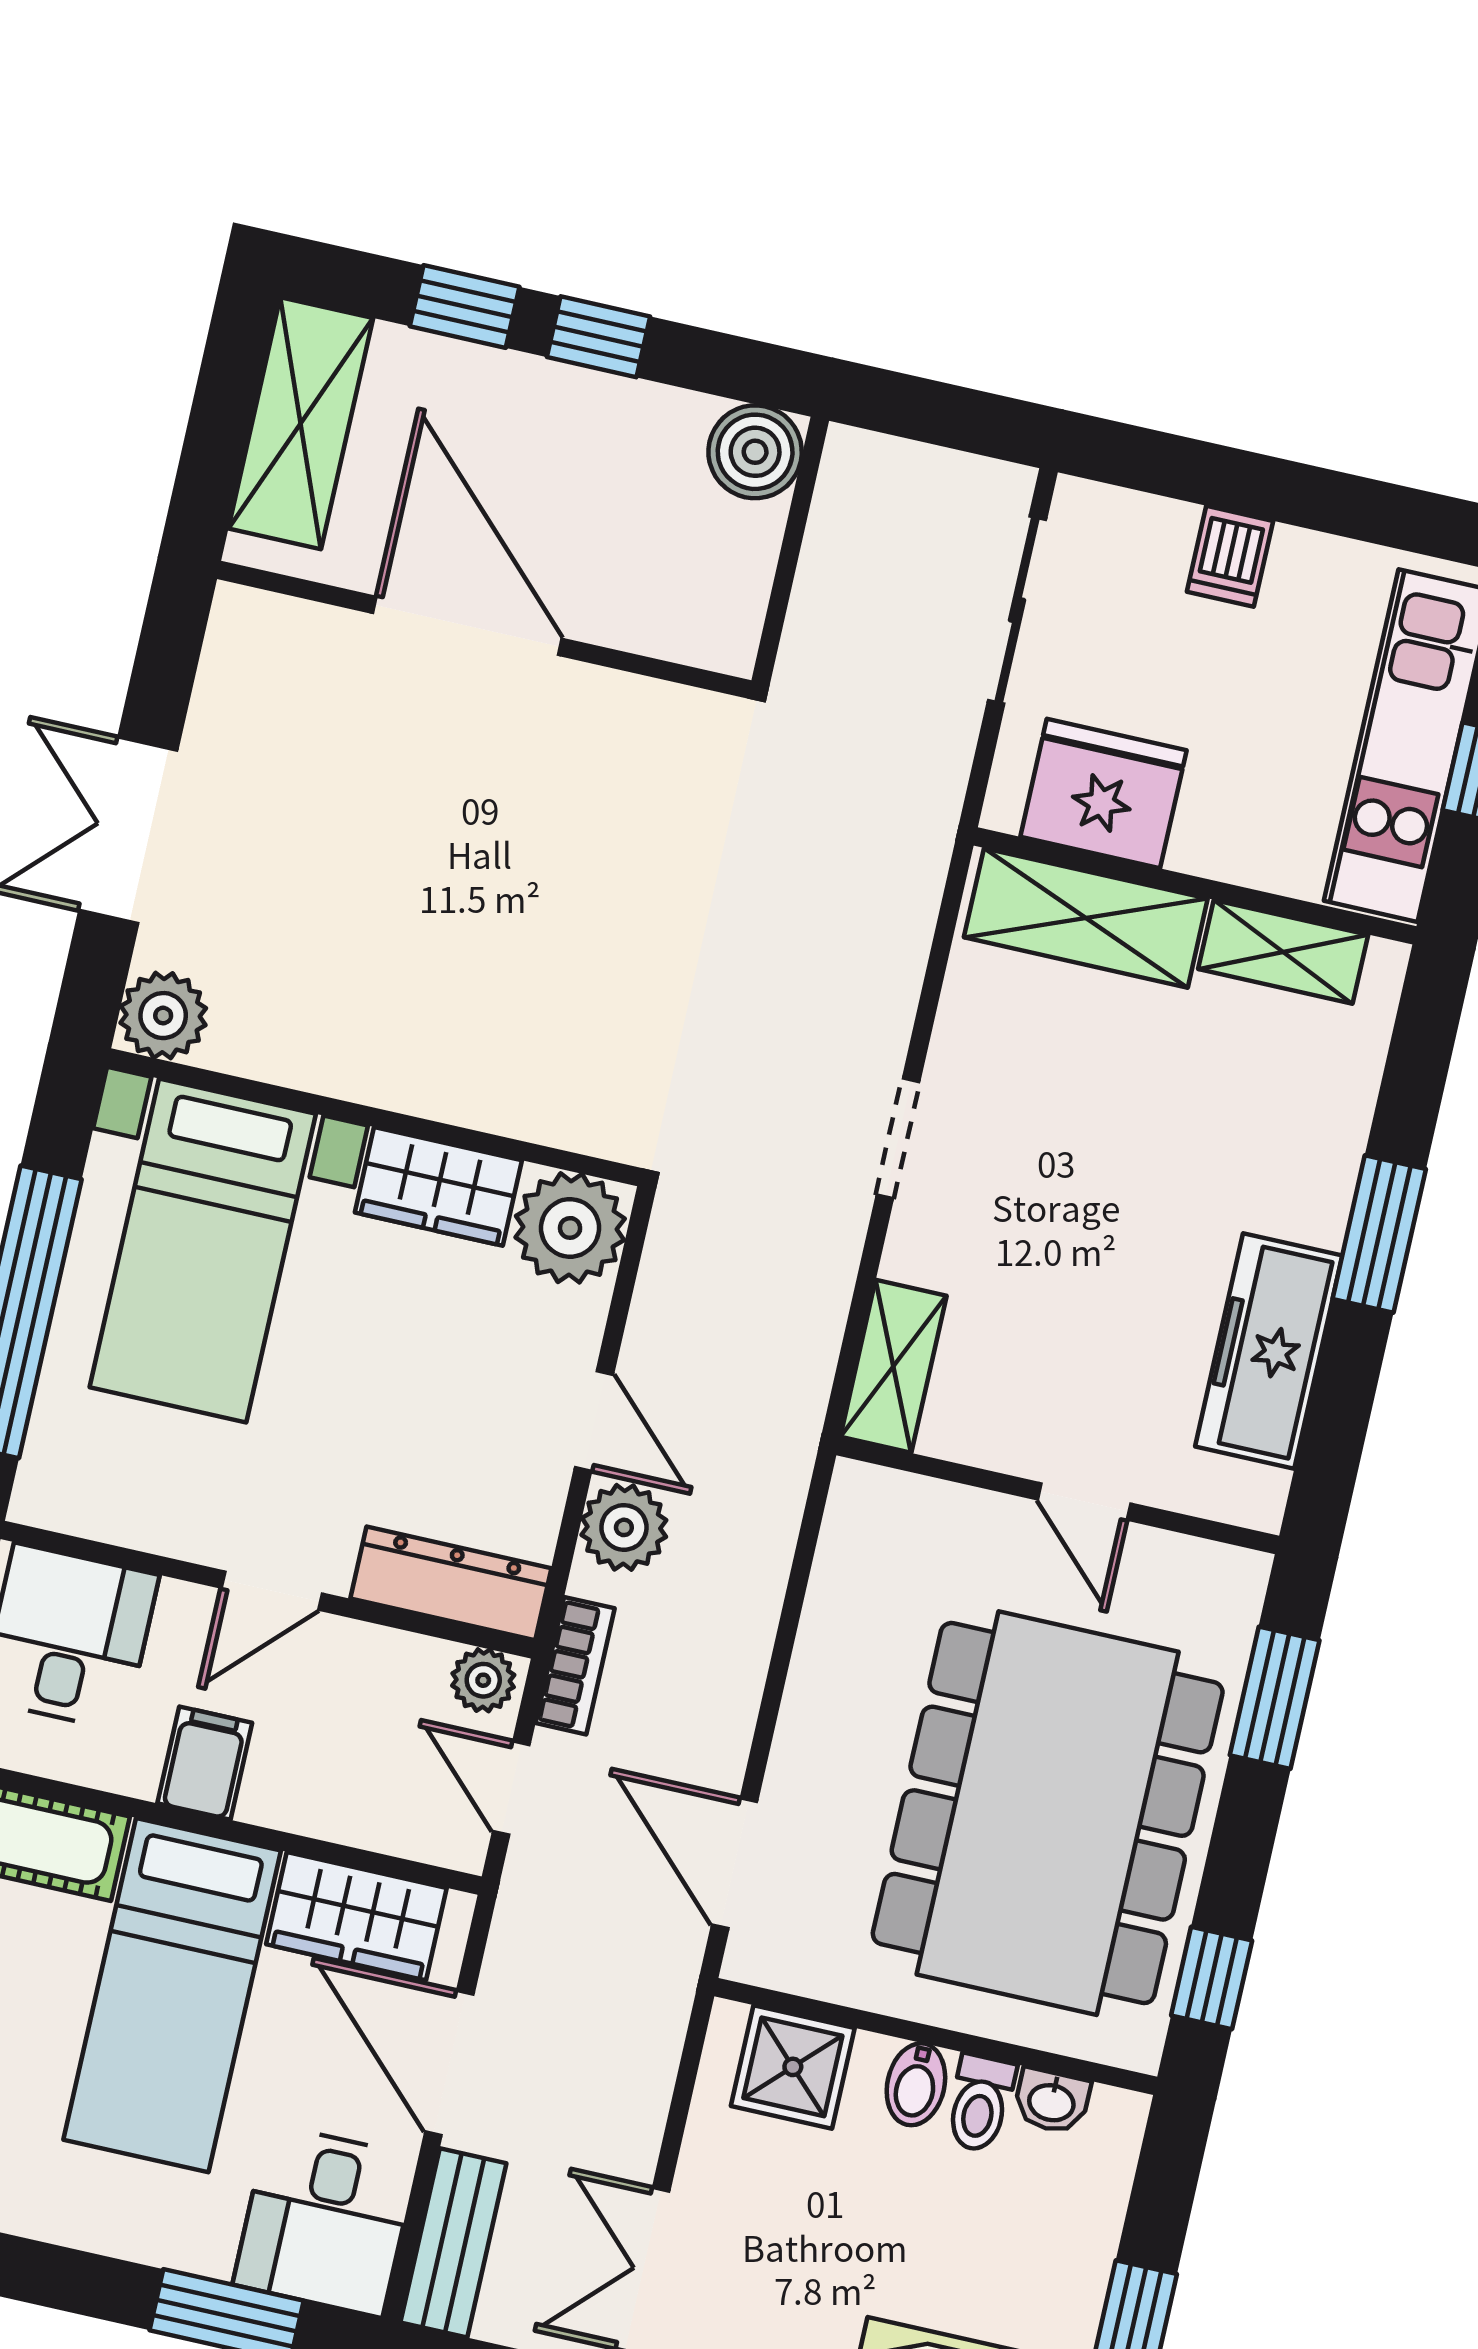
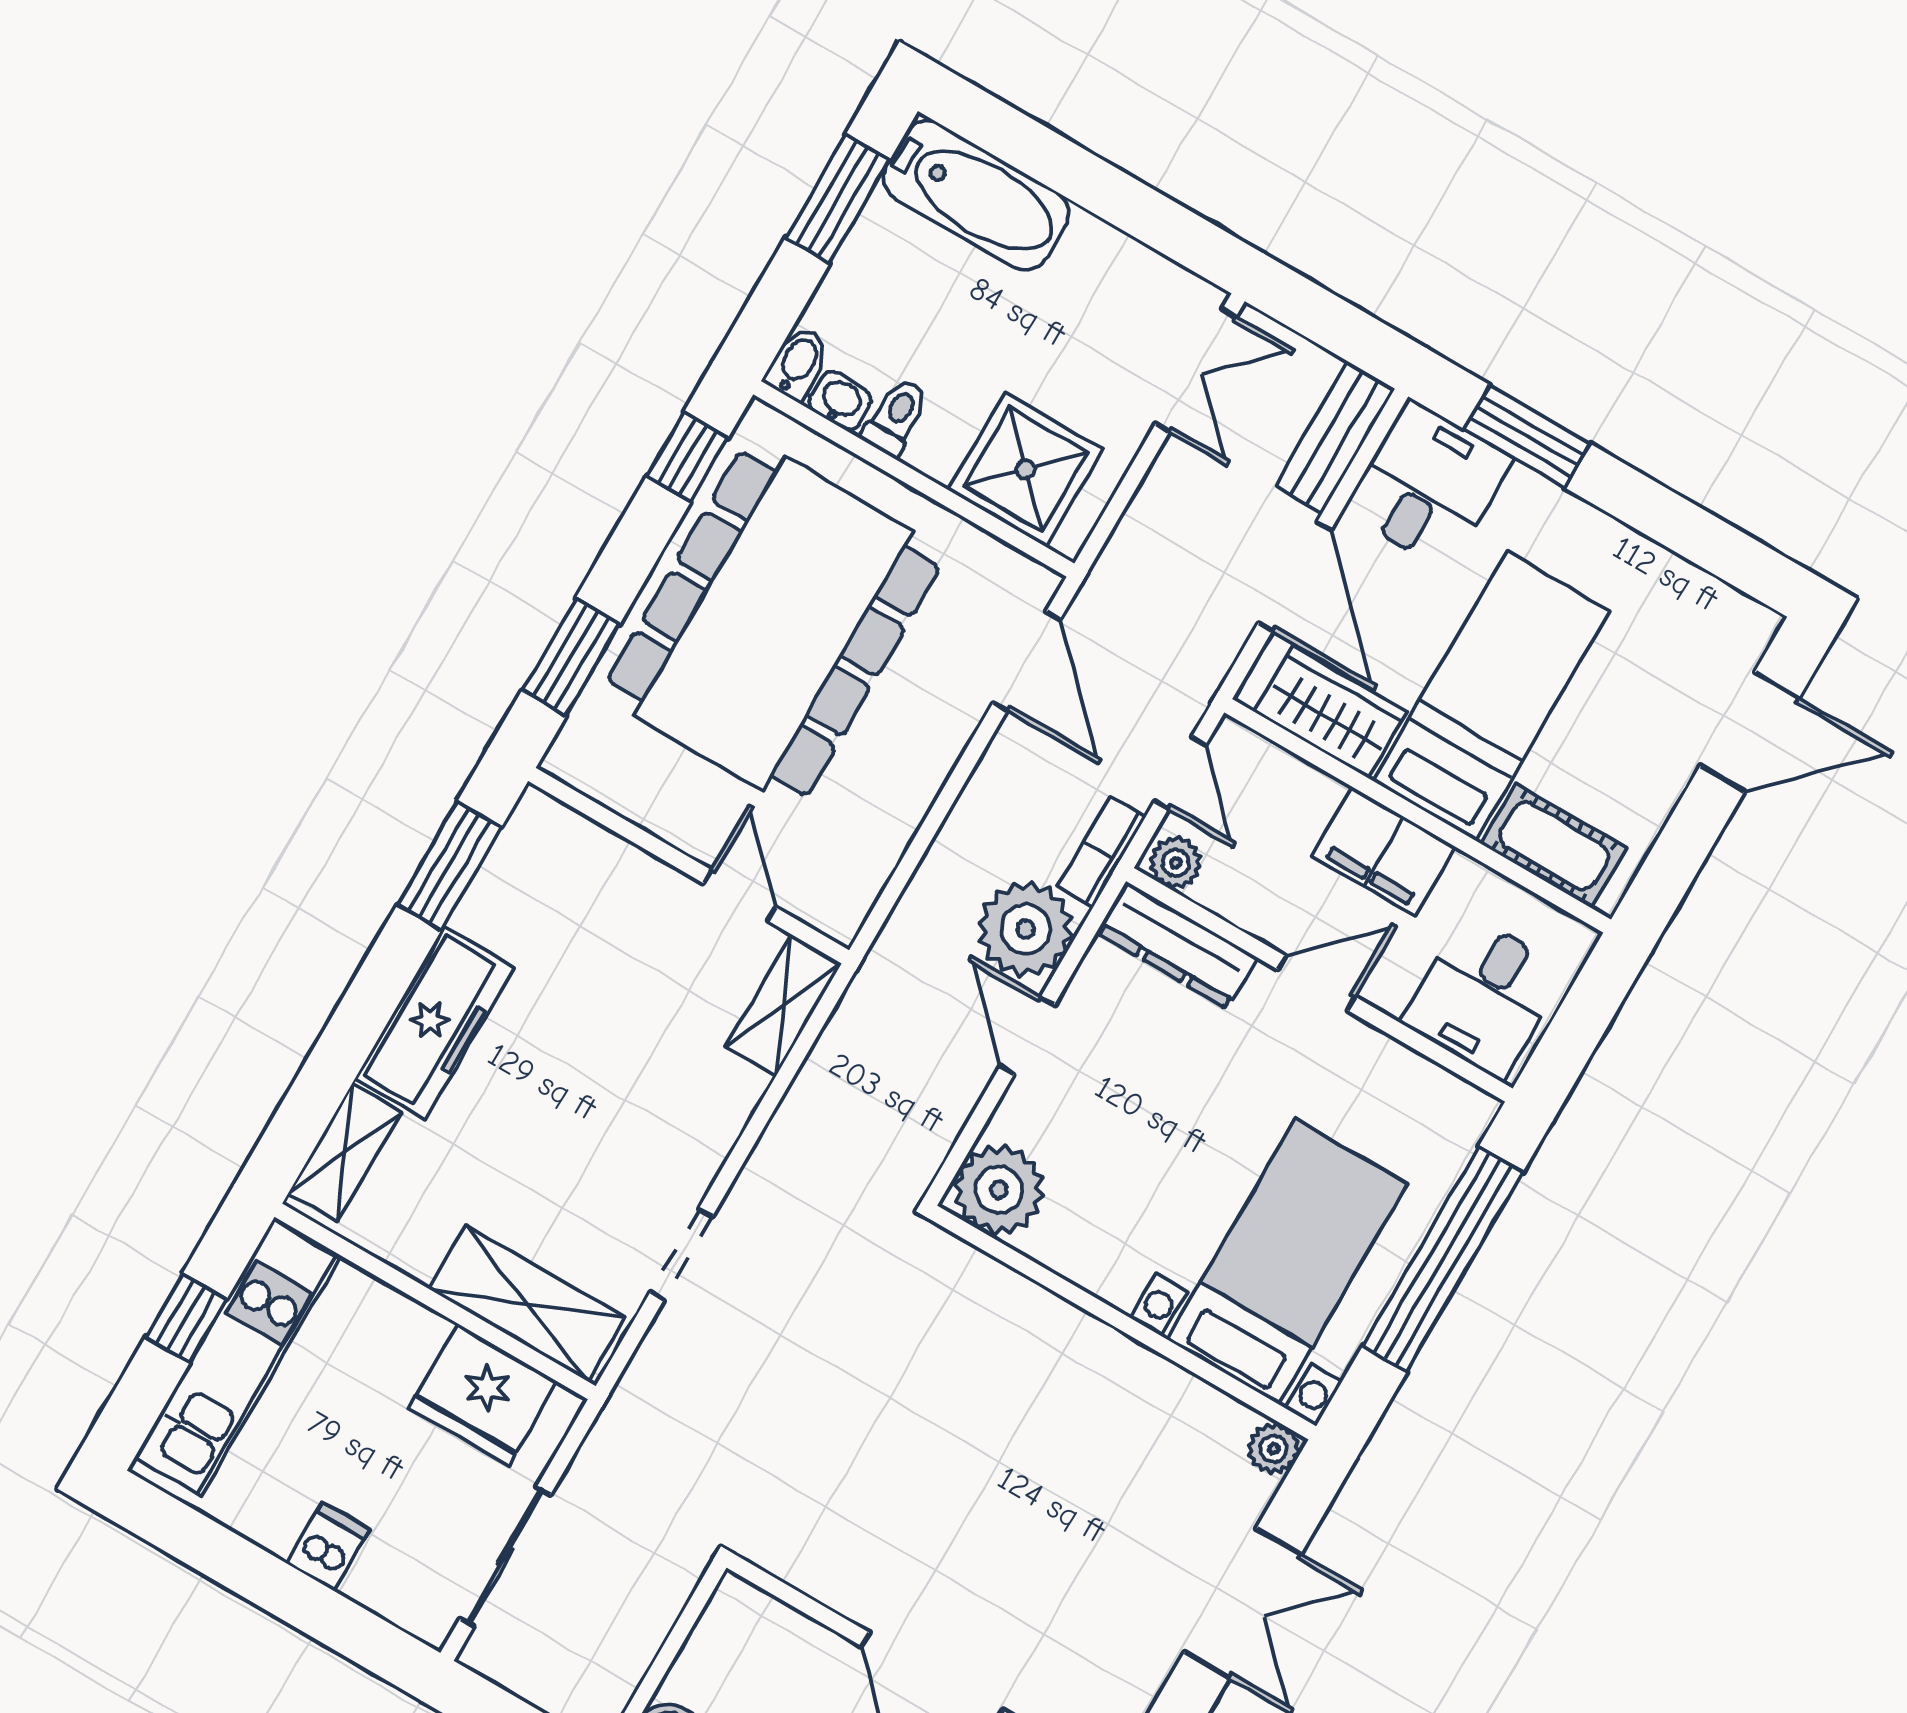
shelving: (1283, 952) -> (345, 1152), moved, turned 90
plant: (163, 1016) -> (1274, 1449), width x0.73, depth x0.73
doorway: (898, 1138) -> (681, 1254), moved
wardrobe: (438, 1186) -> (1090, 1254), removed
window: (1379, 1234) -> (449, 866), moved
freezer: (1269, 1351) -> (435, 1023), moved
door: (1084, 1501) -> (740, 895), moved
plant: (624, 1527) -> (1026, 929), width x1.36, depth x1.36
filing cabinet: (205, 1763) -> (1384, 852), width x2.00
shower: (793, 2067) -> (1026, 469), width x1.36, depth x1.36
bidet: (916, 2084) -> (797, 364), moved

